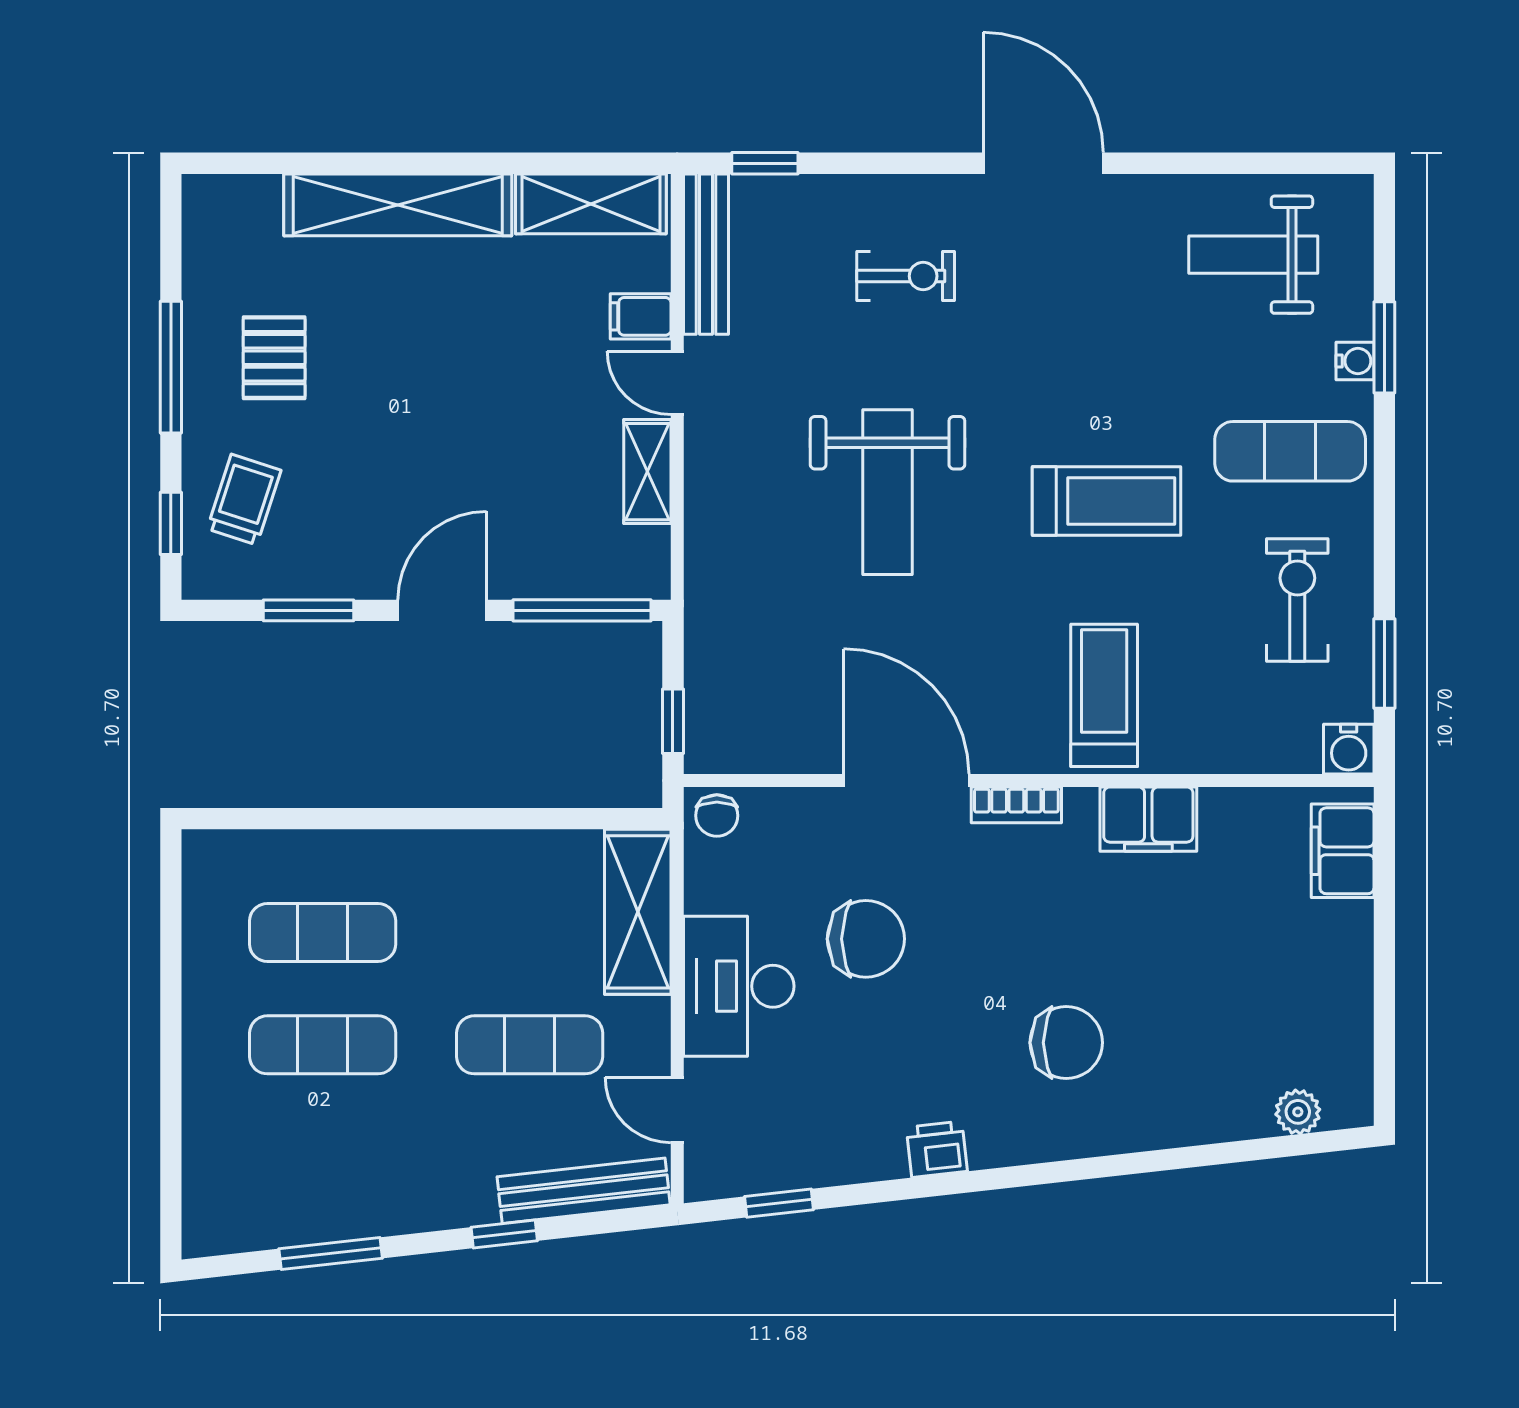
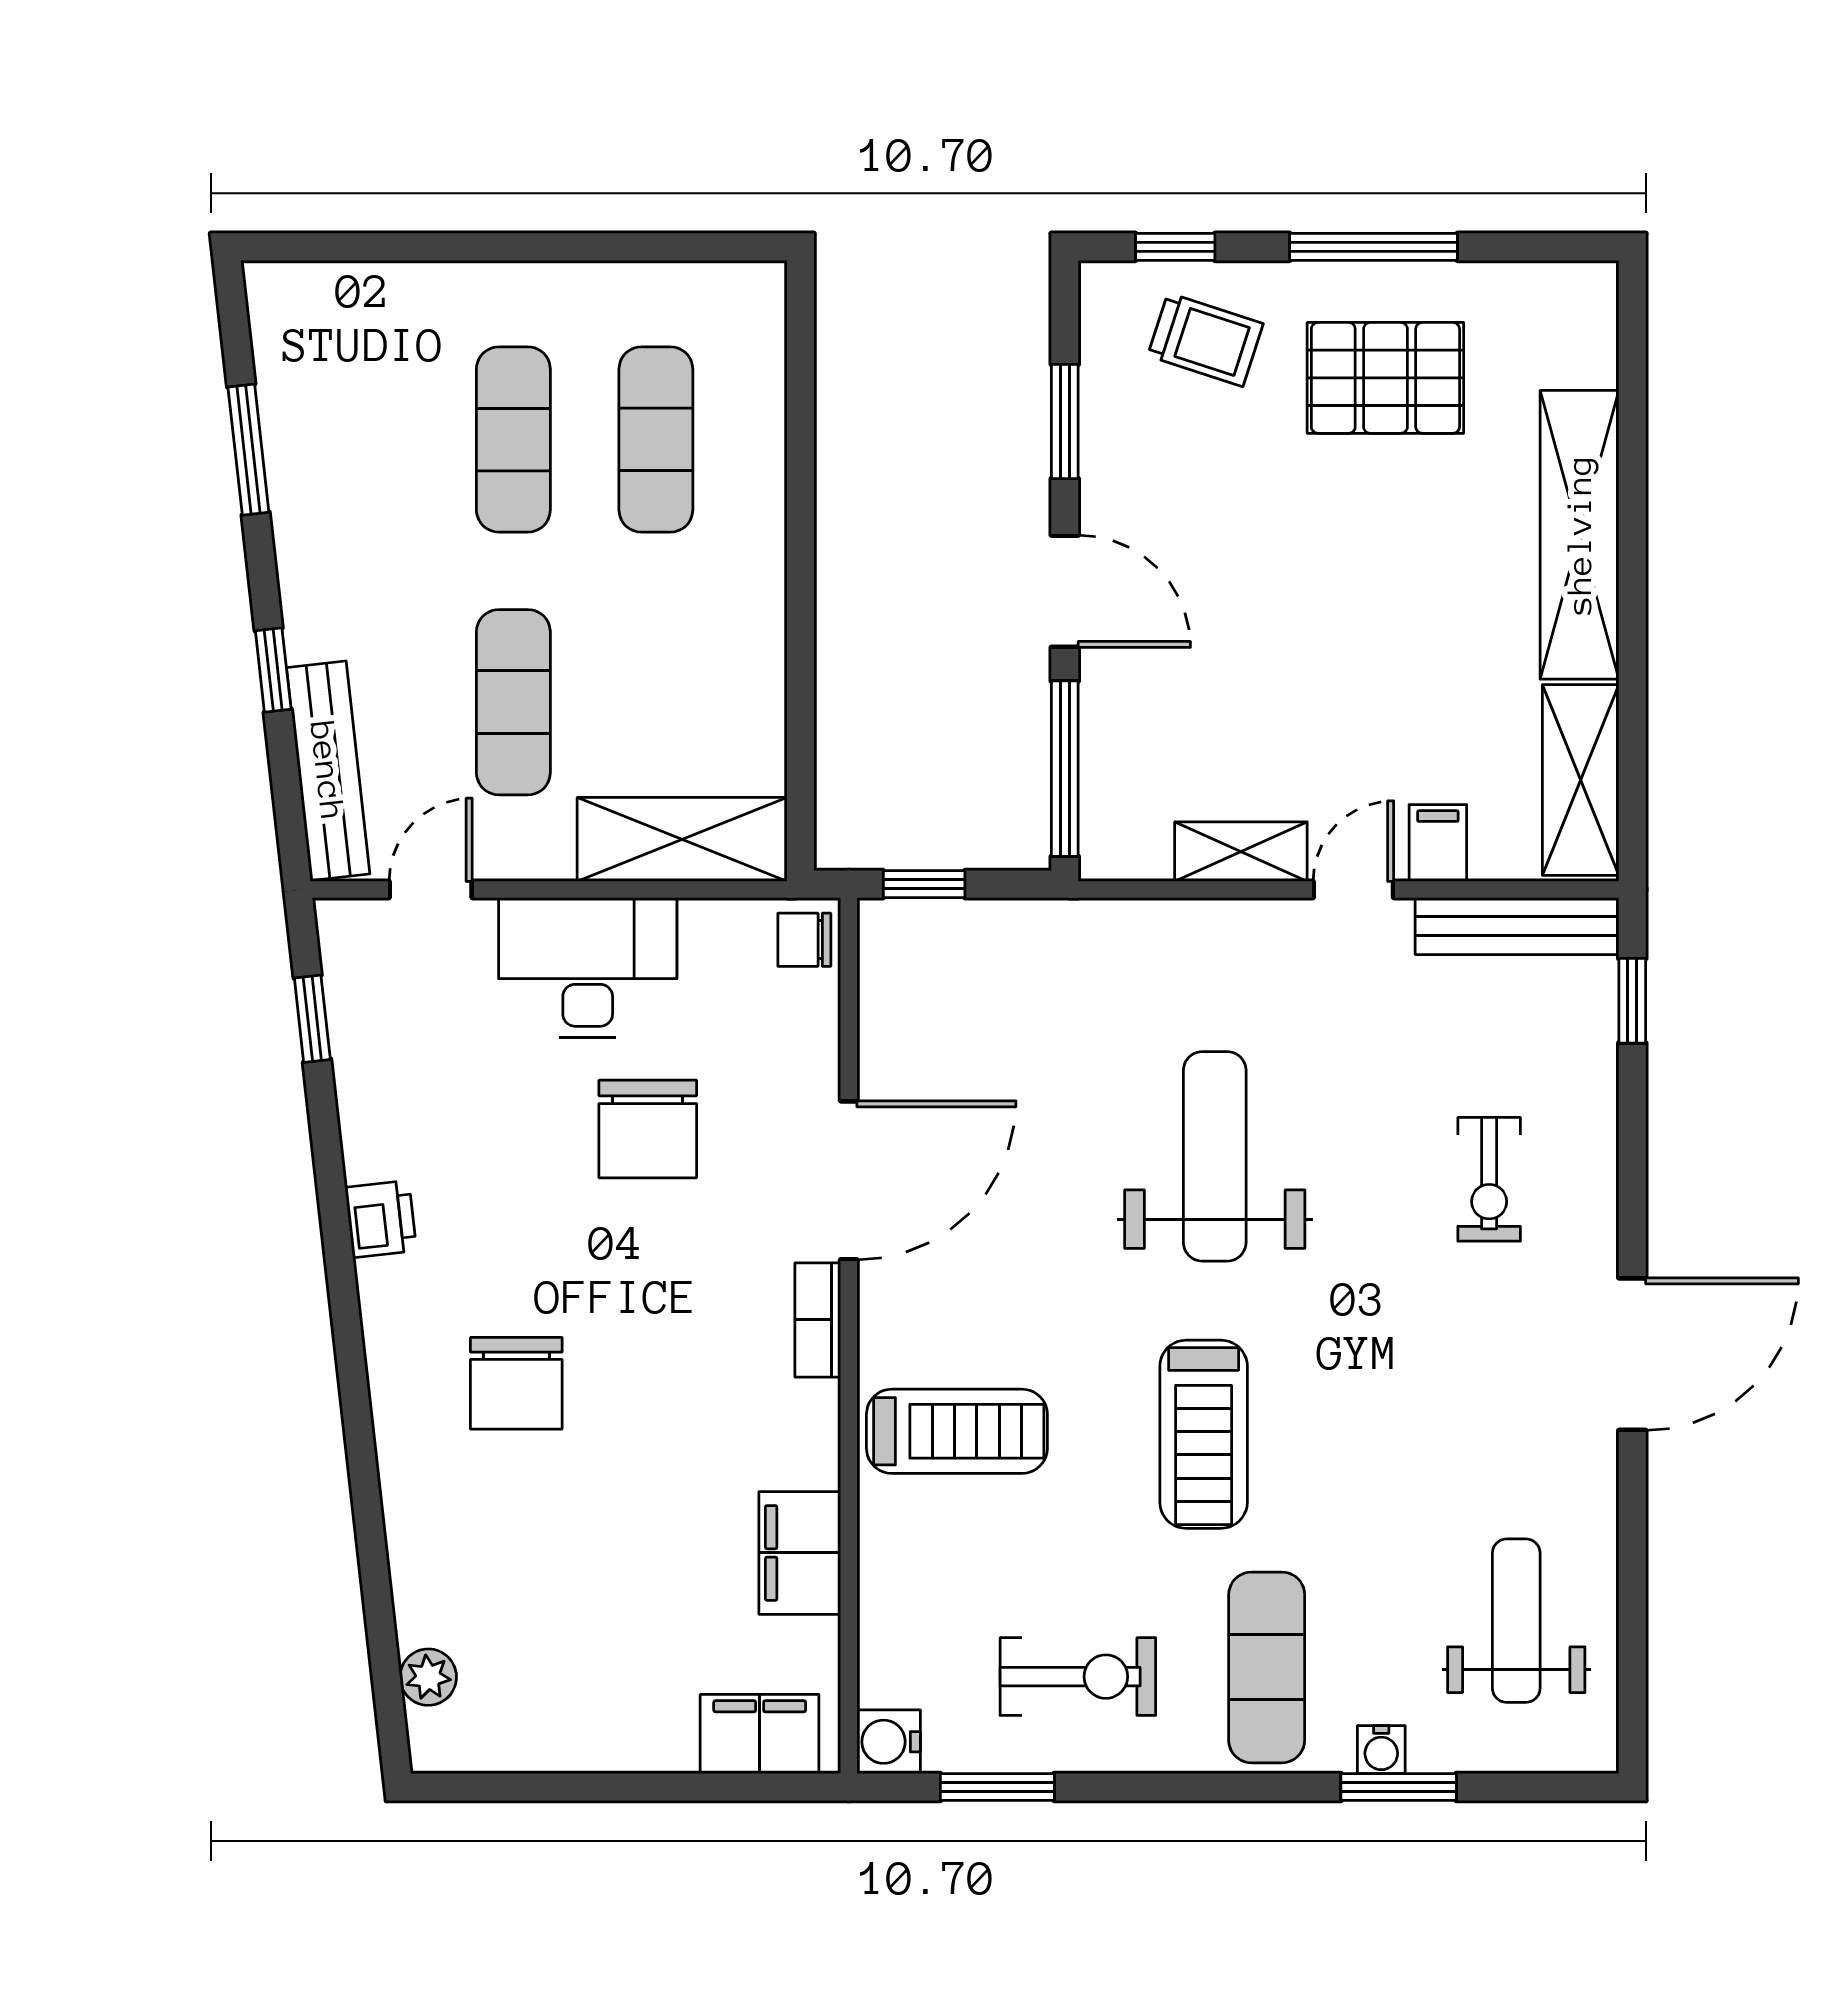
pallet: (274, 358) -> (1385, 378), width x1.50, depth x1.42
weight bench: (887, 492) -> (1215, 1156), turned 90
filing cabinet: (1148, 819) -> (800, 1553), moved

